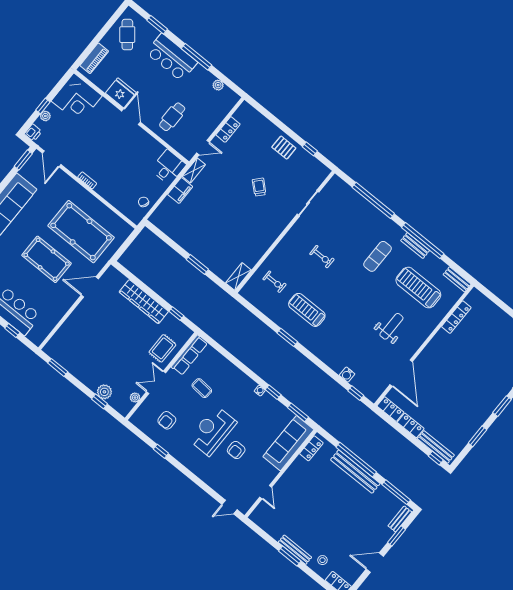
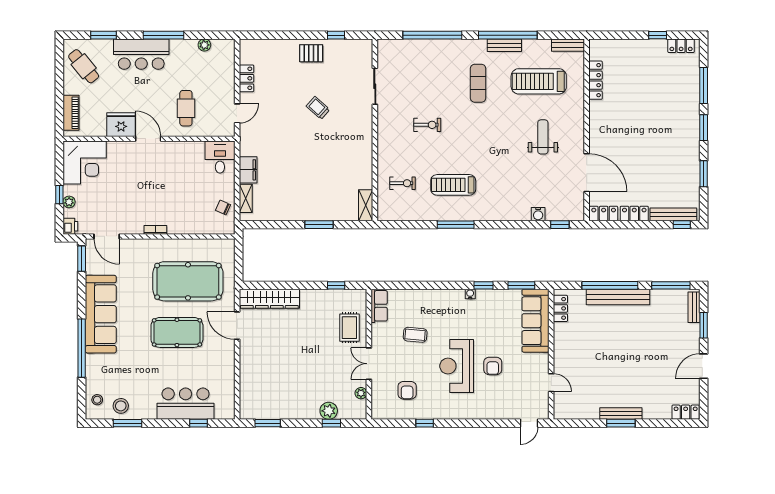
shelving: (194, 170) -> (246, 198), moved
door: (90, 287) -> (237, 326), hinge flipped
wardrobe: (144, 302) -> (269, 299), moved
window: (287, 337) -> (456, 225), width x1.44
row of seats: (189, 355) -> (379, 306), width x0.68
stool: (322, 560) -> (654, 403), removed

